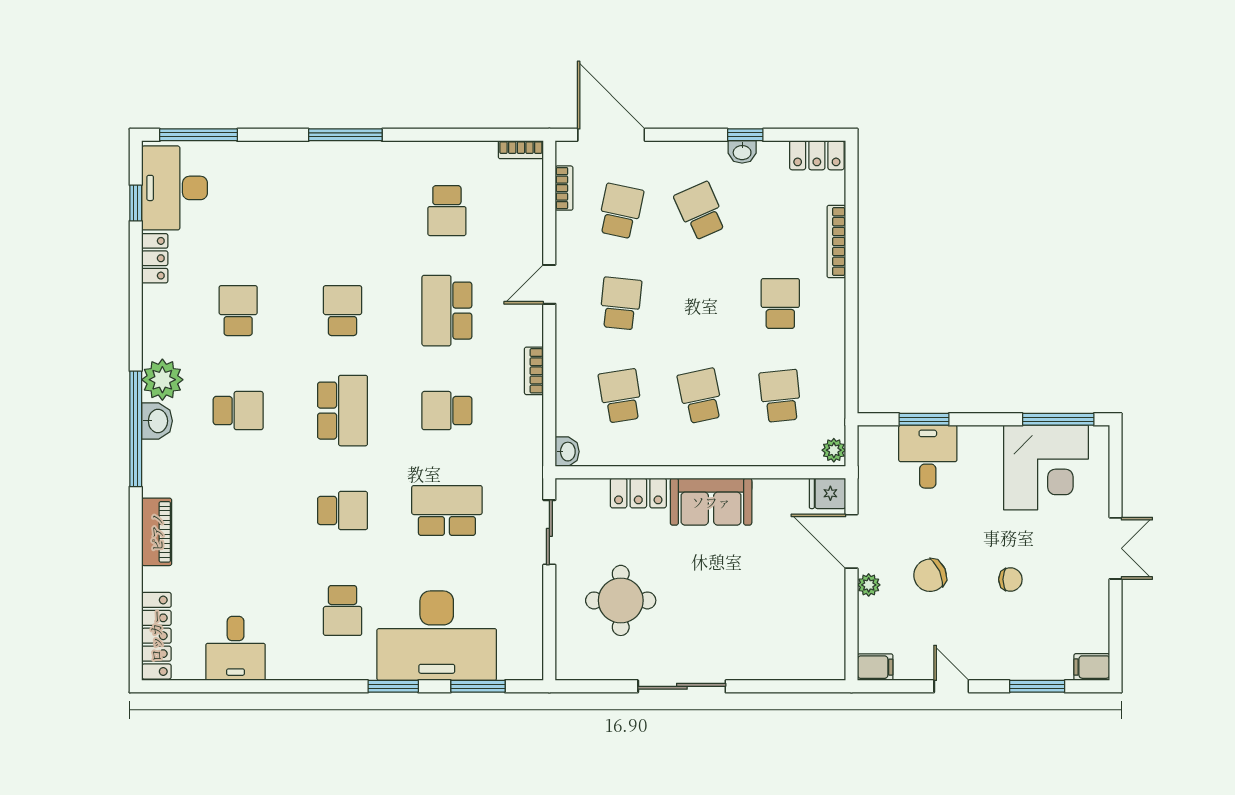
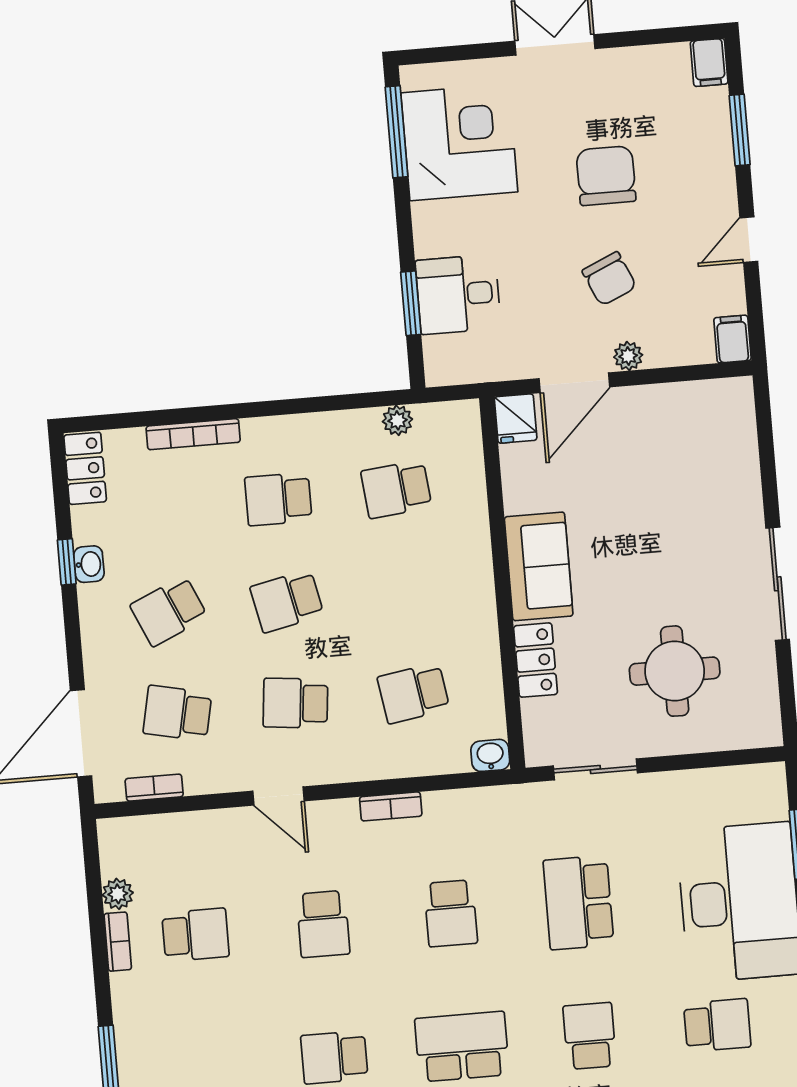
bookcase: (521, 150) -> (118, 942), moved
plant: (484, 153) -> (118, 894), added
school desk: (447, 311) -> (323, 924), width x0.54
school desk: (700, 396) -> (287, 601), moved
plant: (834, 450) -> (397, 420), moved
chair: (1010, 579) -> (606, 176), width x1.87, depth x1.87

